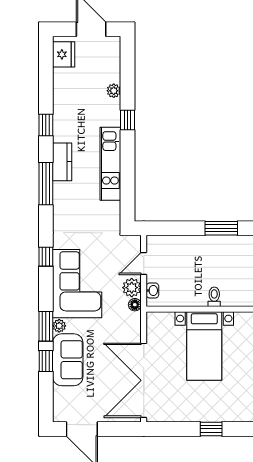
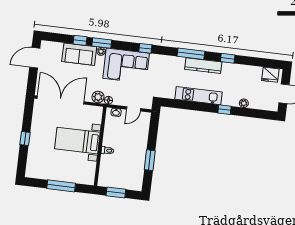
kitchen counter: (62, 162) -> (203, 66), width x1.50
door: (144, 264) -> (134, 109), swing flipped
plant: (132, 288) -> (98, 97), moved

